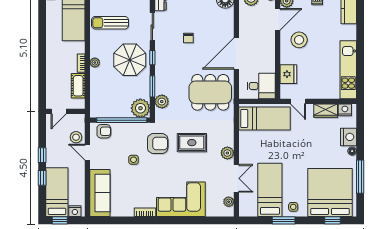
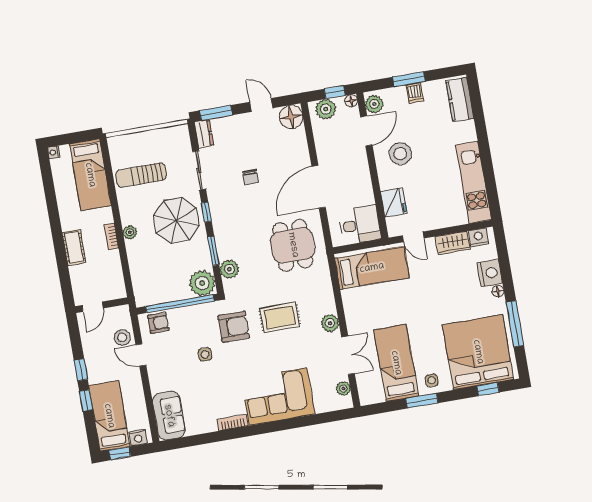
cot: (78, 86) -> (74, 247), moved
dining table: (210, 92) -> (293, 245), width x0.73
sofa: (100, 193) -> (169, 416), width x0.73

